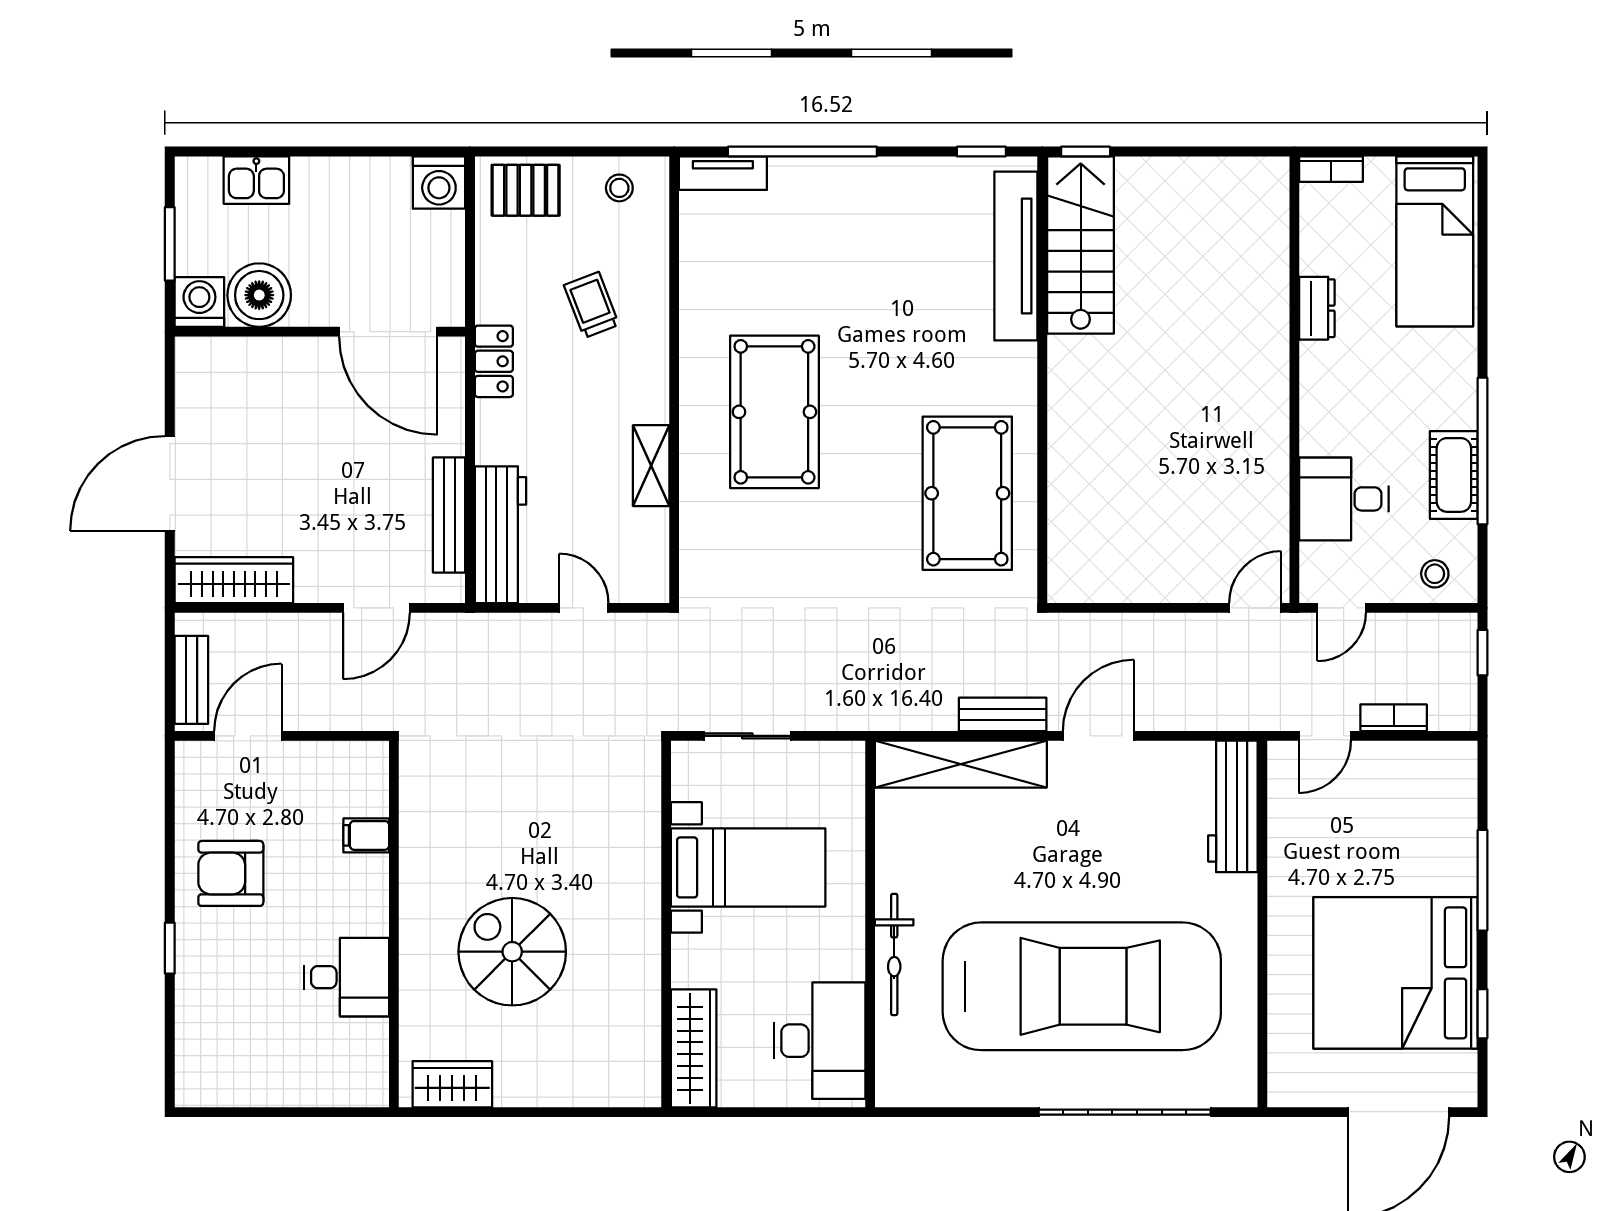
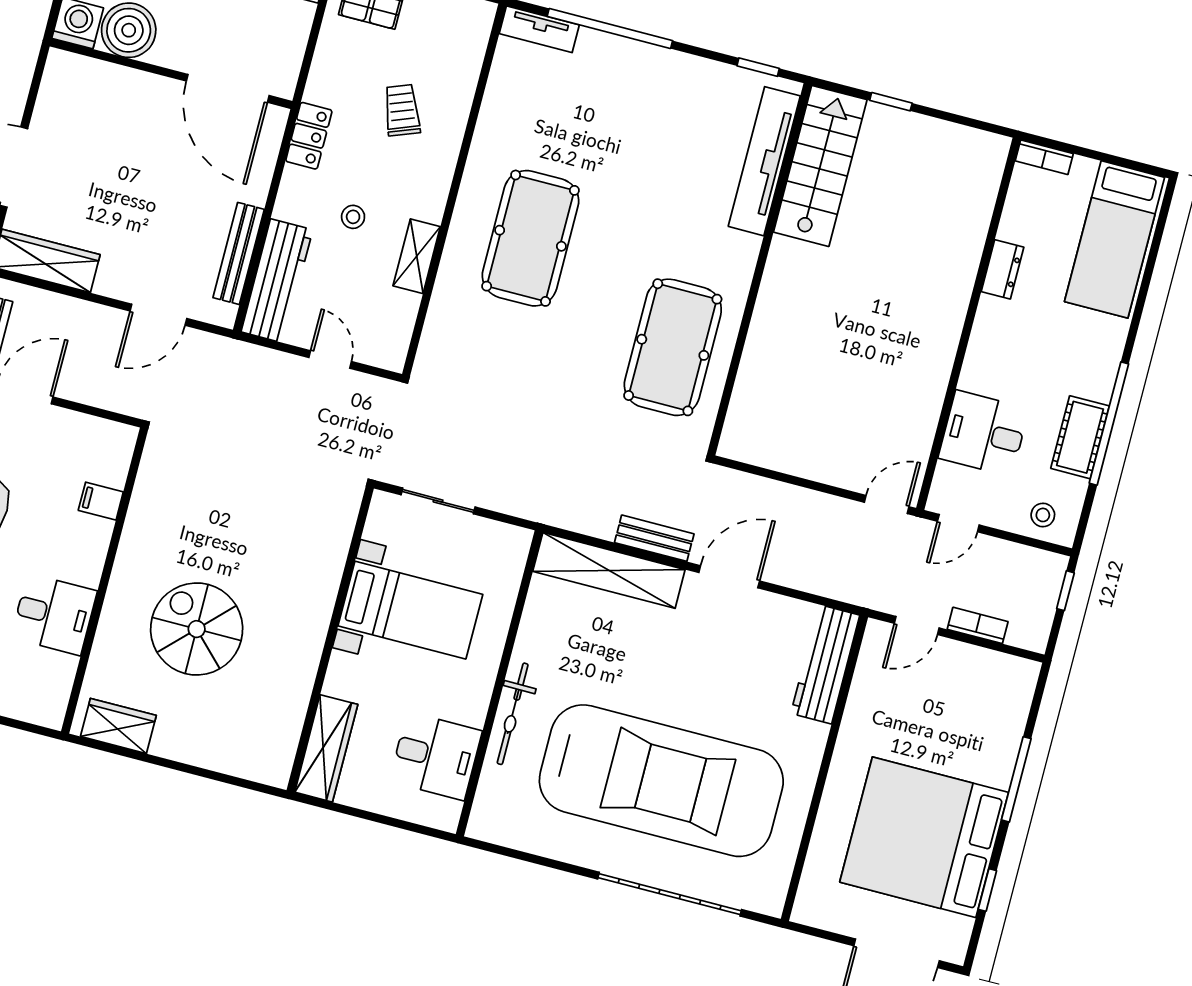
window: (1086, 152) -> (891, 102), moved
stool: (619, 188) -> (353, 217), moved
desk: (820, 1041) -> (436, 756), width x0.73

